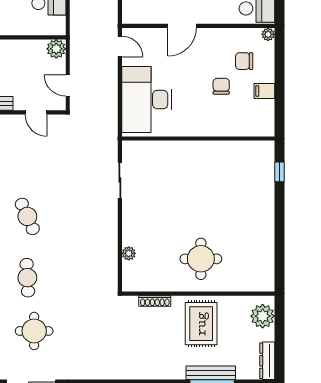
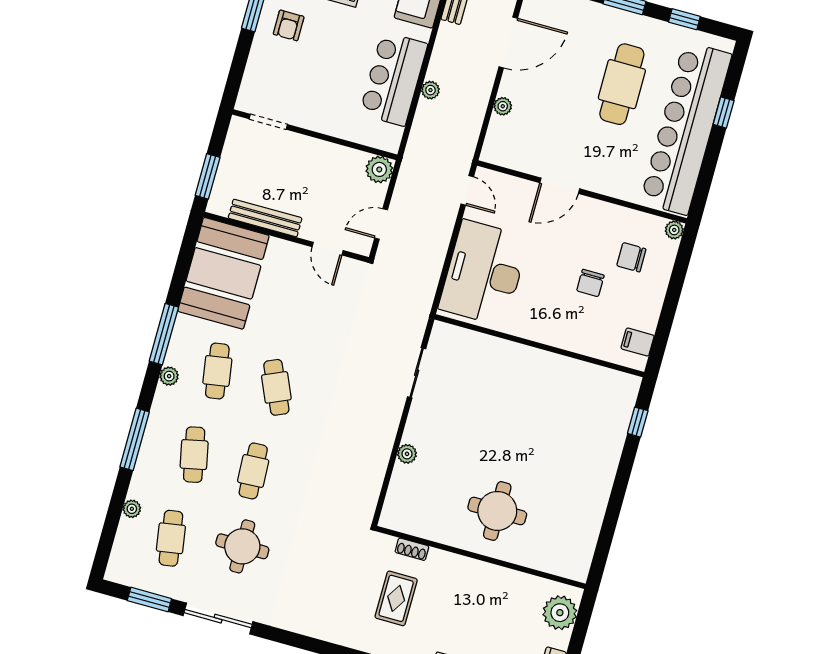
door: (68, 86) -> (381, 224), hinge flipped
chair: (221, 86) -> (590, 283), turned 180
filing cabinet: (264, 91) -> (638, 342), moved
plant: (129, 253) -> (407, 454), moved
shoe rack: (155, 301) -> (412, 549), width x0.70
rug: (201, 324) -> (396, 598), moved, width x0.73, depth x0.70

